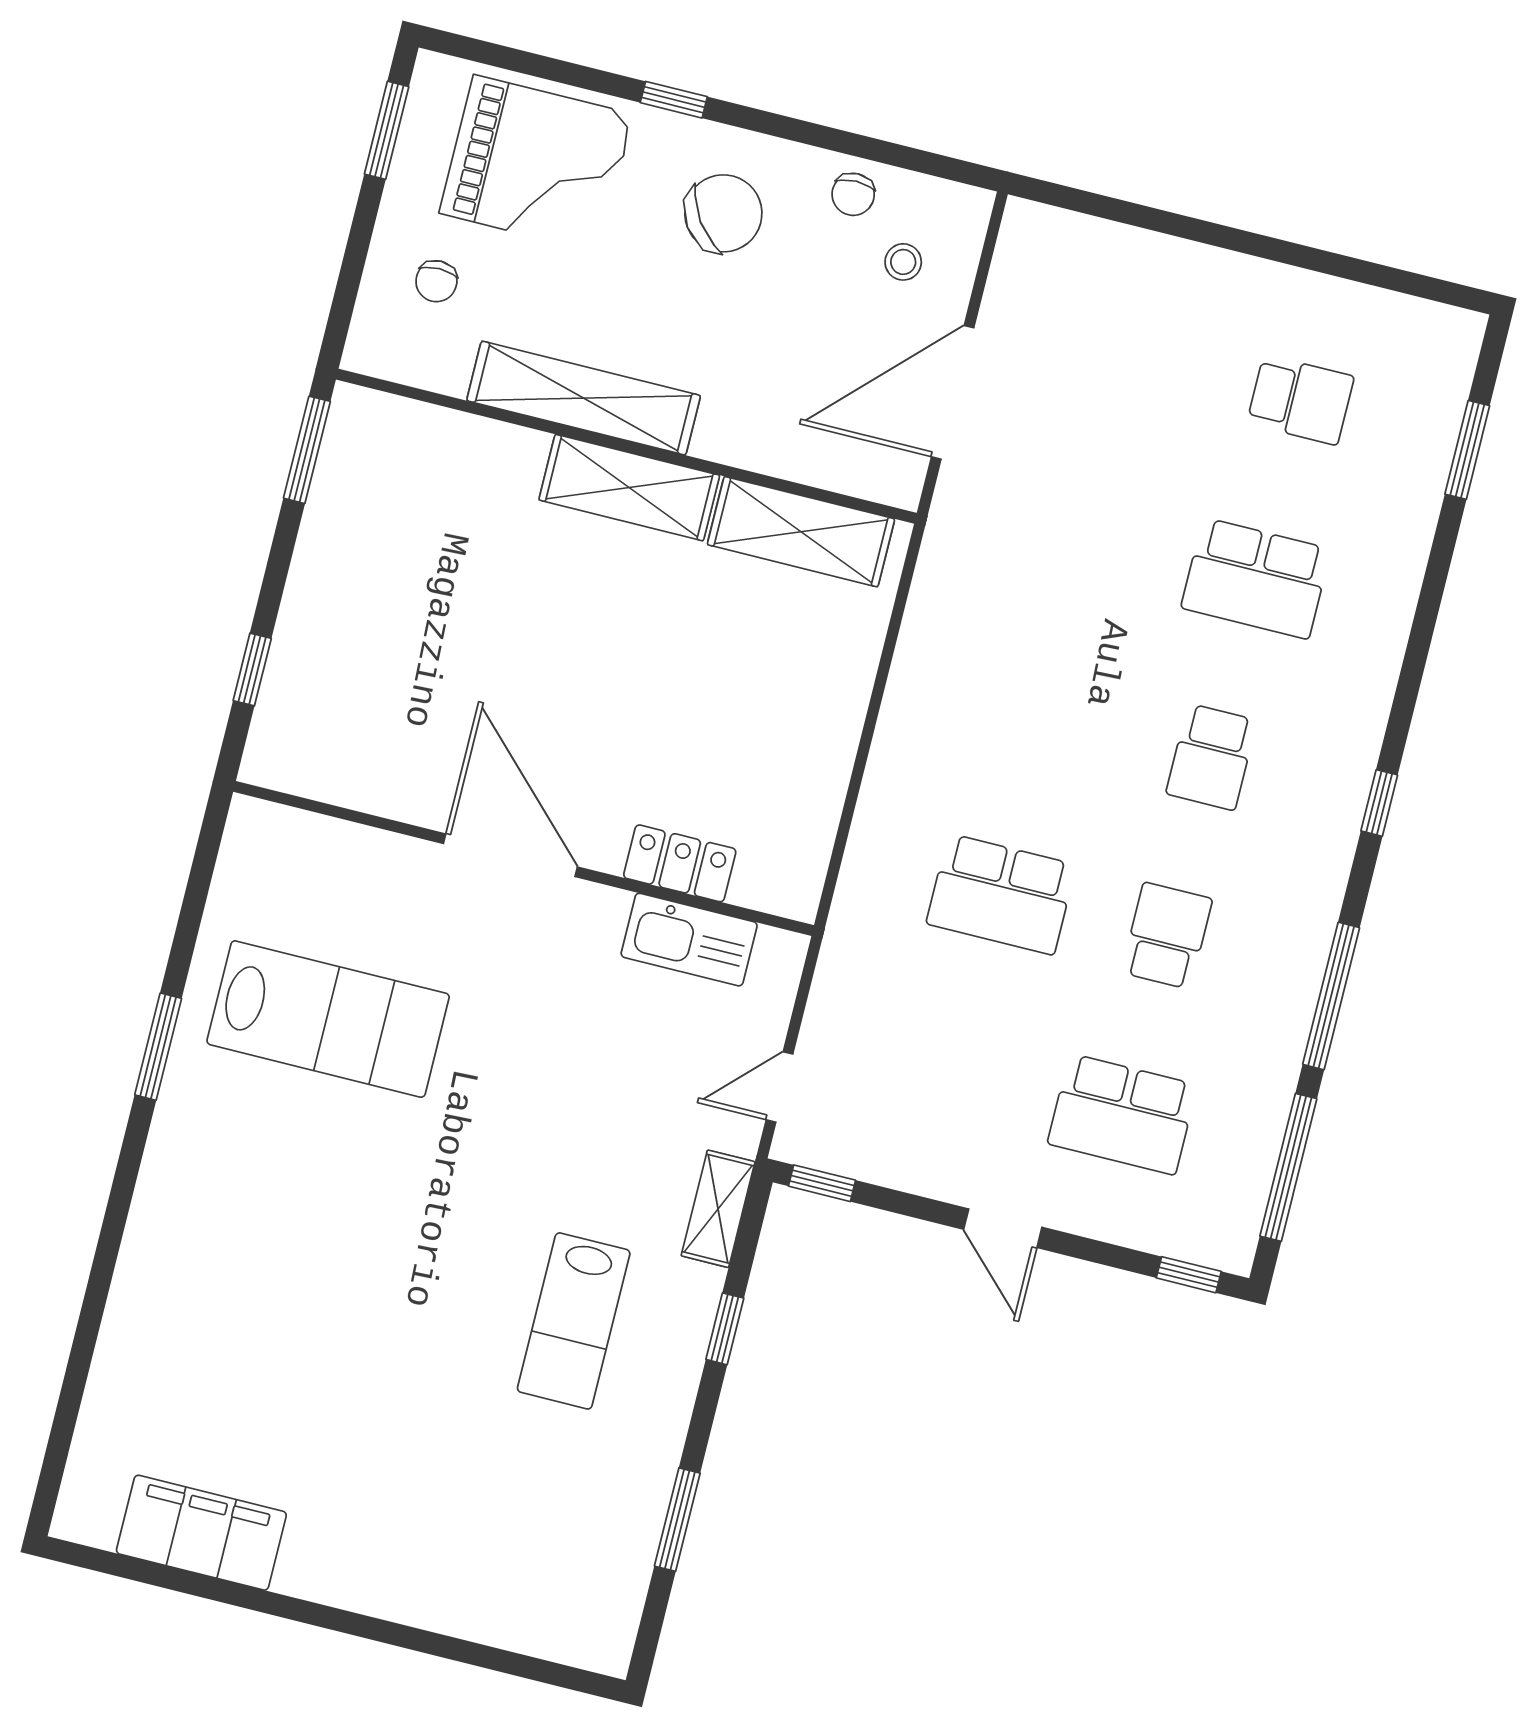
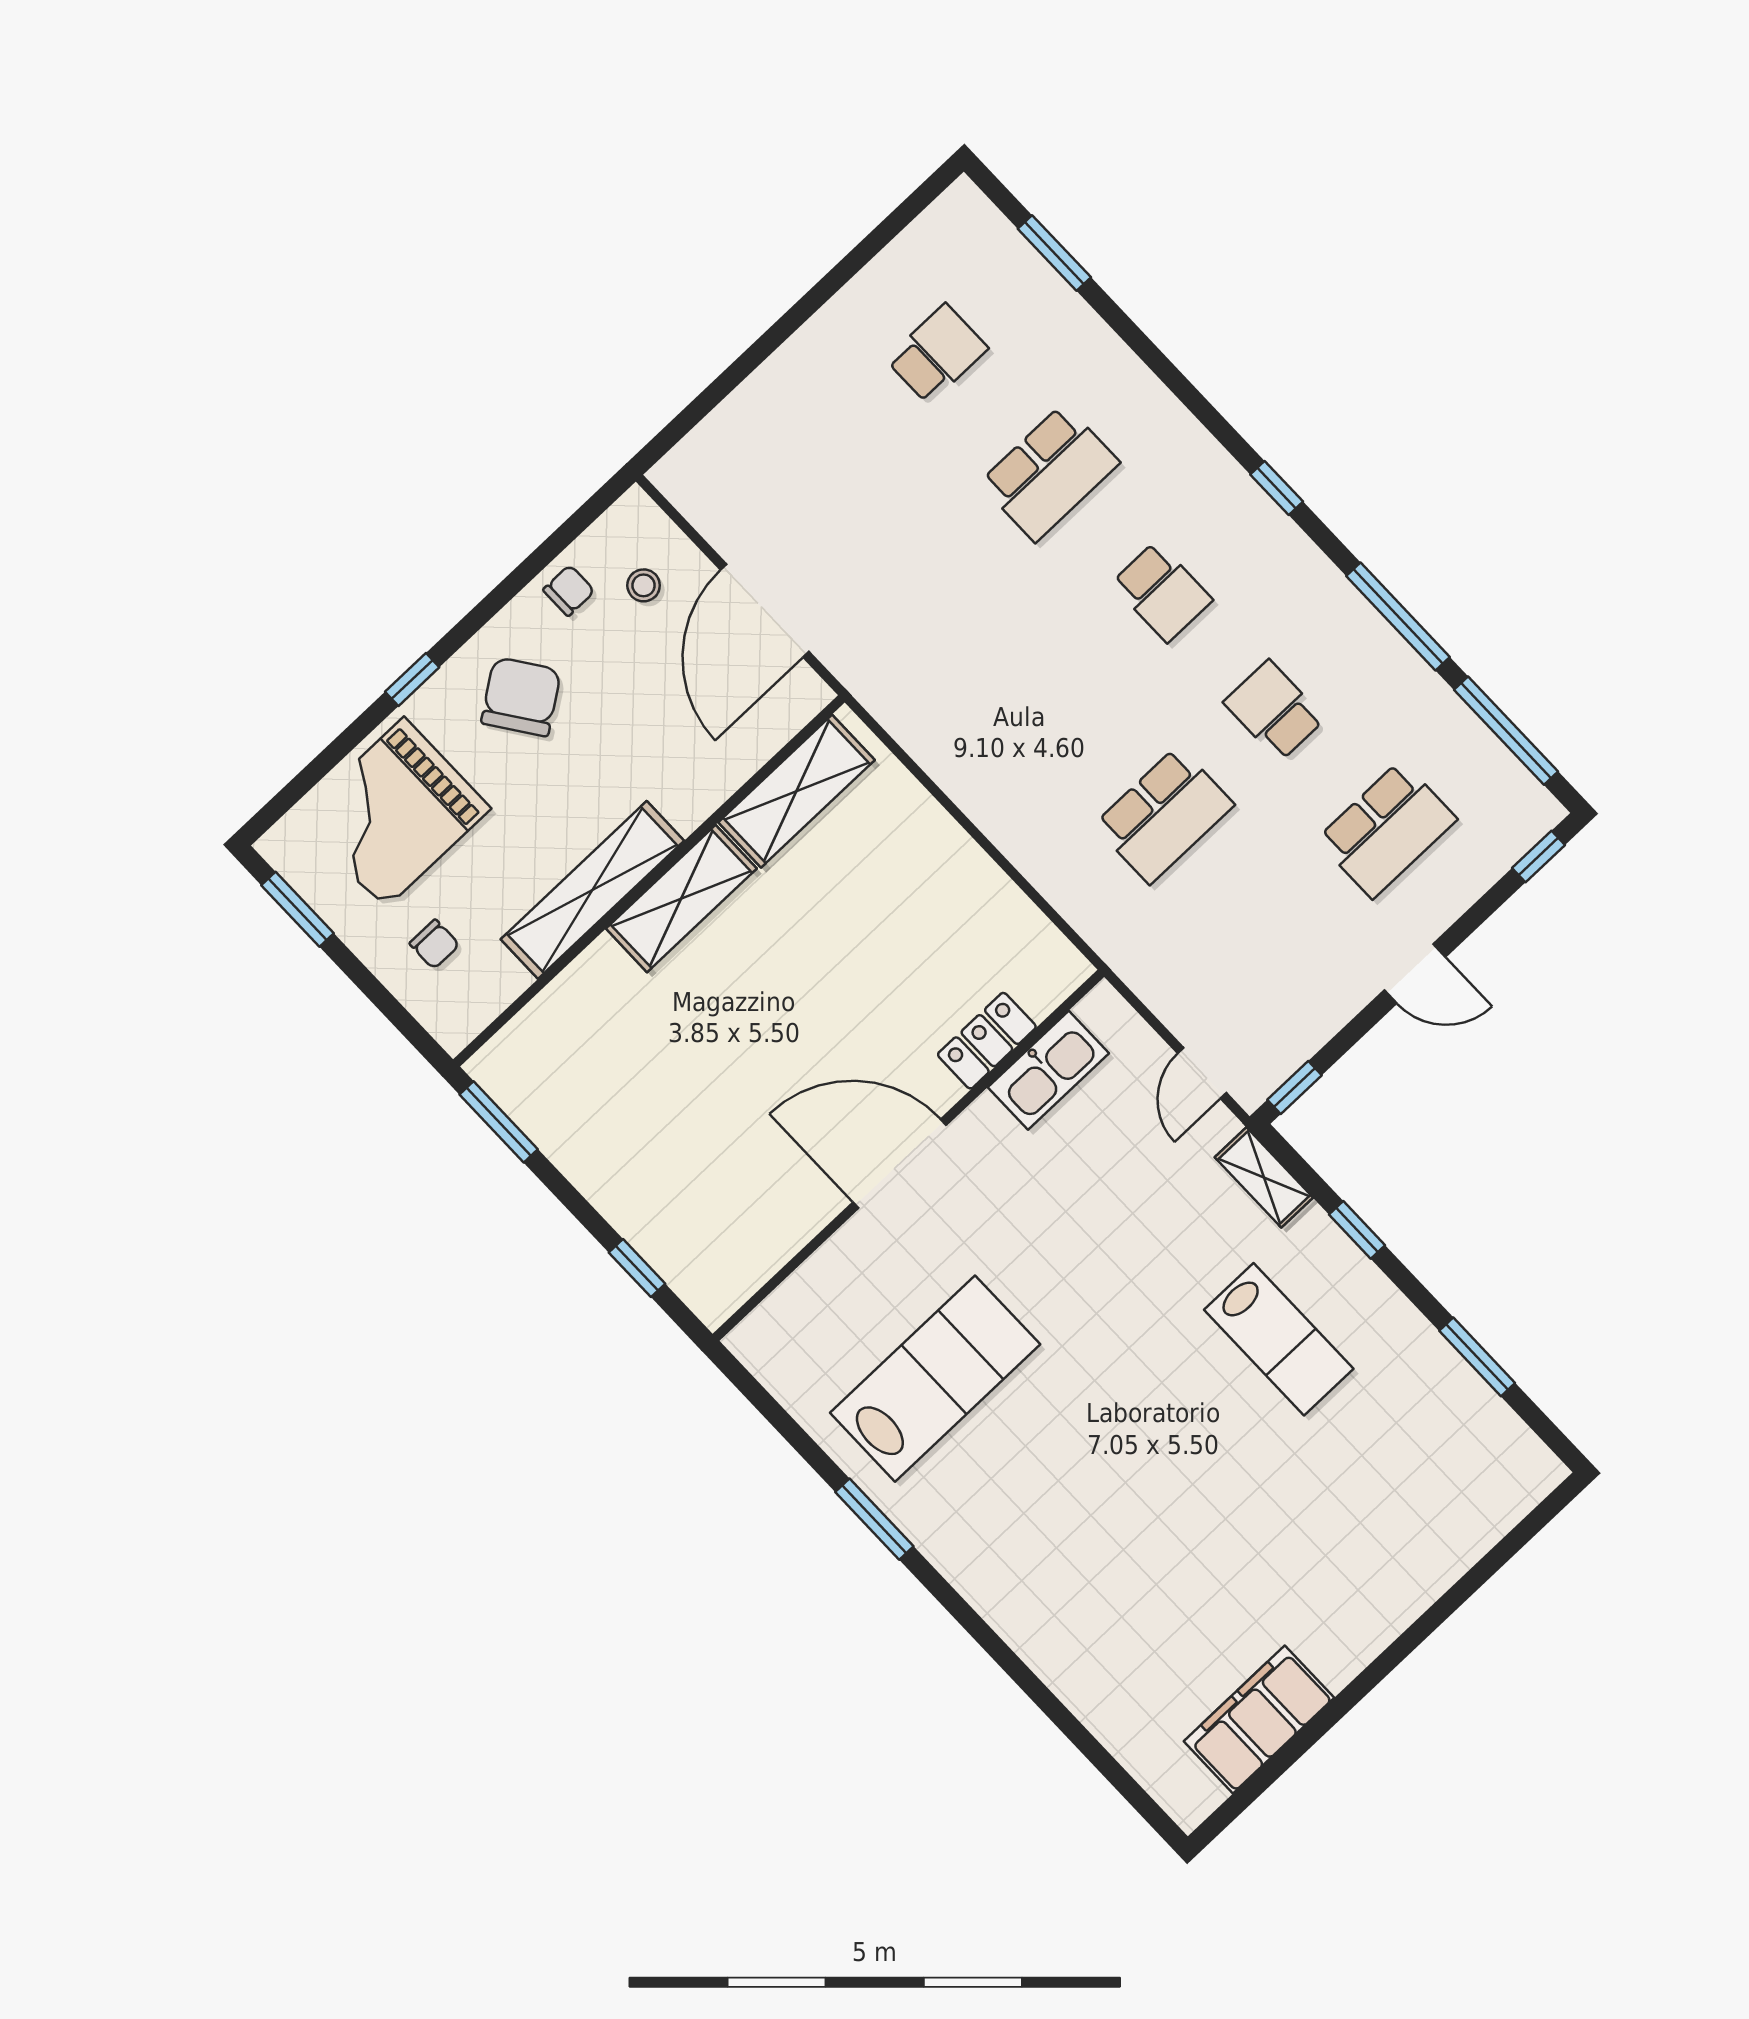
grand piano: (536, 164) -> (394, 813), turned 180
chair: (853, 194) -> (569, 590), turned -90

